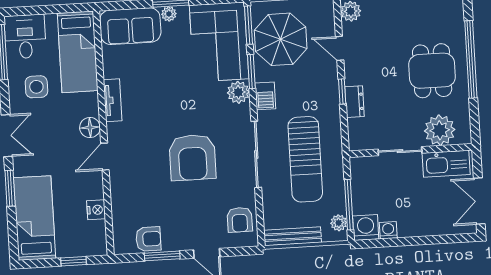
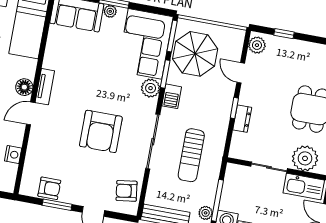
tv unit: (113, 100) -> (45, 87), moved
sun lounger: (305, 159) -> (191, 155), width x0.73, depth x0.75
armchair: (240, 220) -> (127, 191), turned 82

